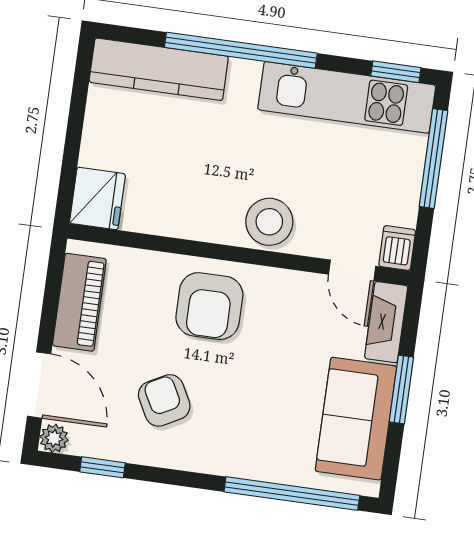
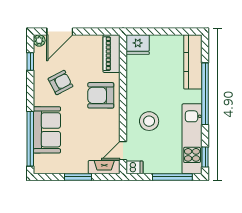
stool: (269, 222) -> (149, 121), moved
piano: (79, 302) -> (111, 54), moved, turned 90
sofa: (356, 419) -> (47, 130), moved, turned 90

